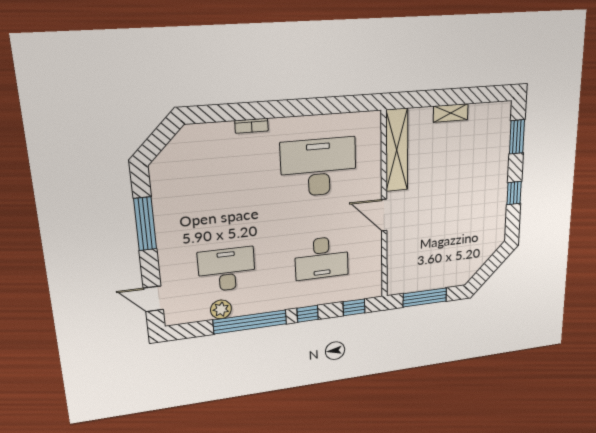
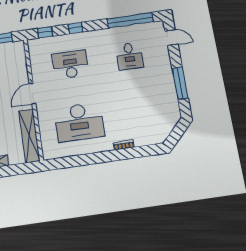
door: (384, 215) -> (32, 93), swing flipped
desk: (227, 270) -> (129, 56), width x0.73
plant: (221, 309) -> (130, 31), removed
window: (250, 322) -> (130, 20), moved

